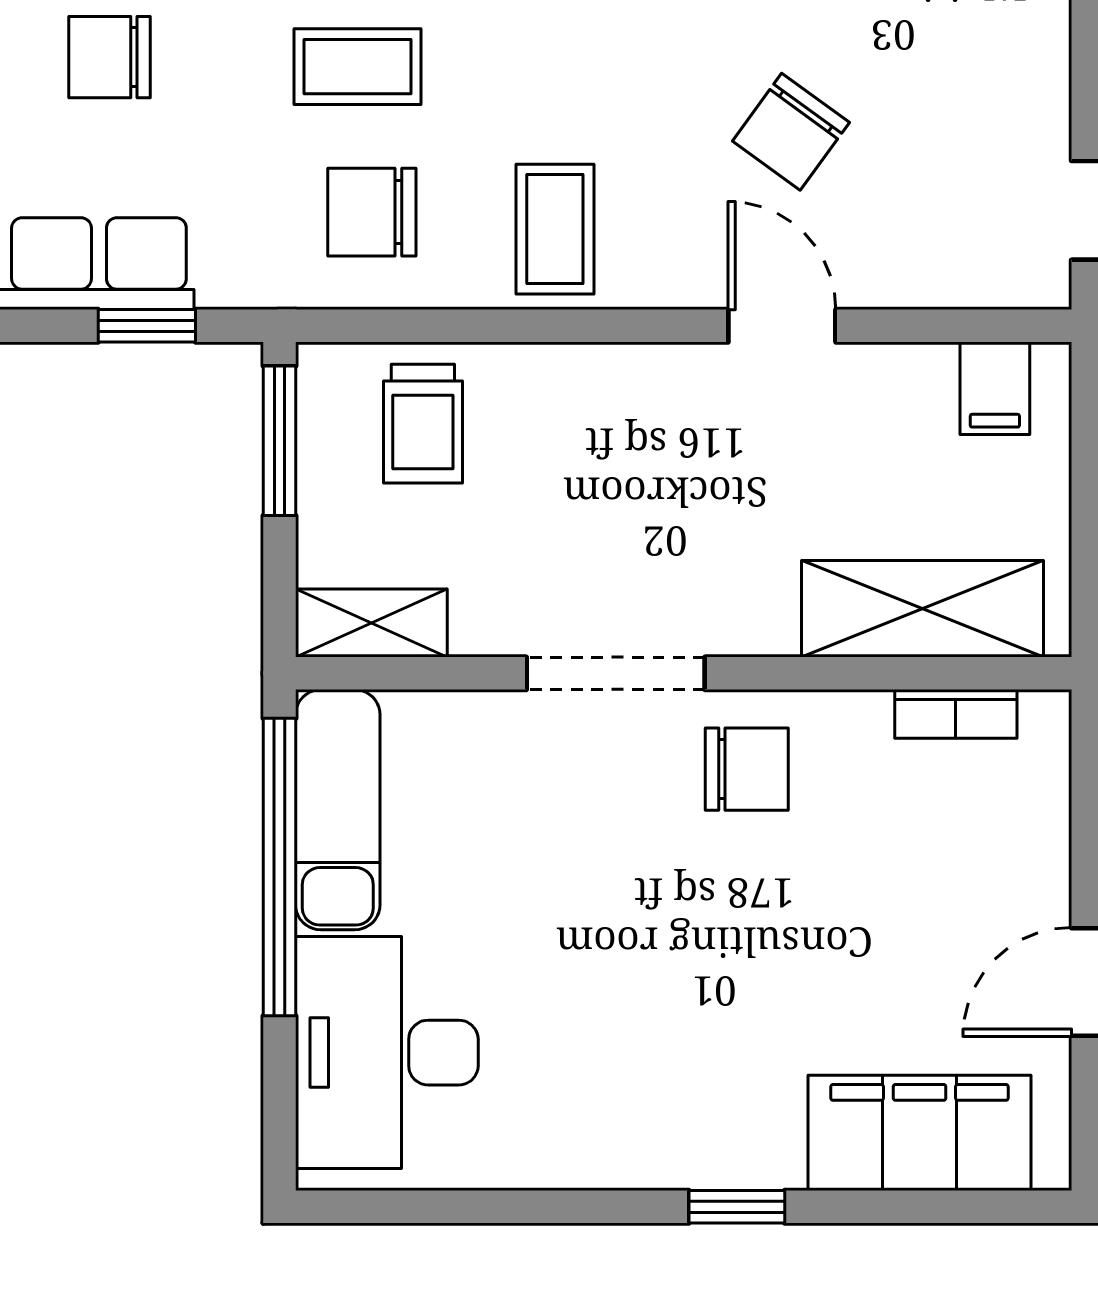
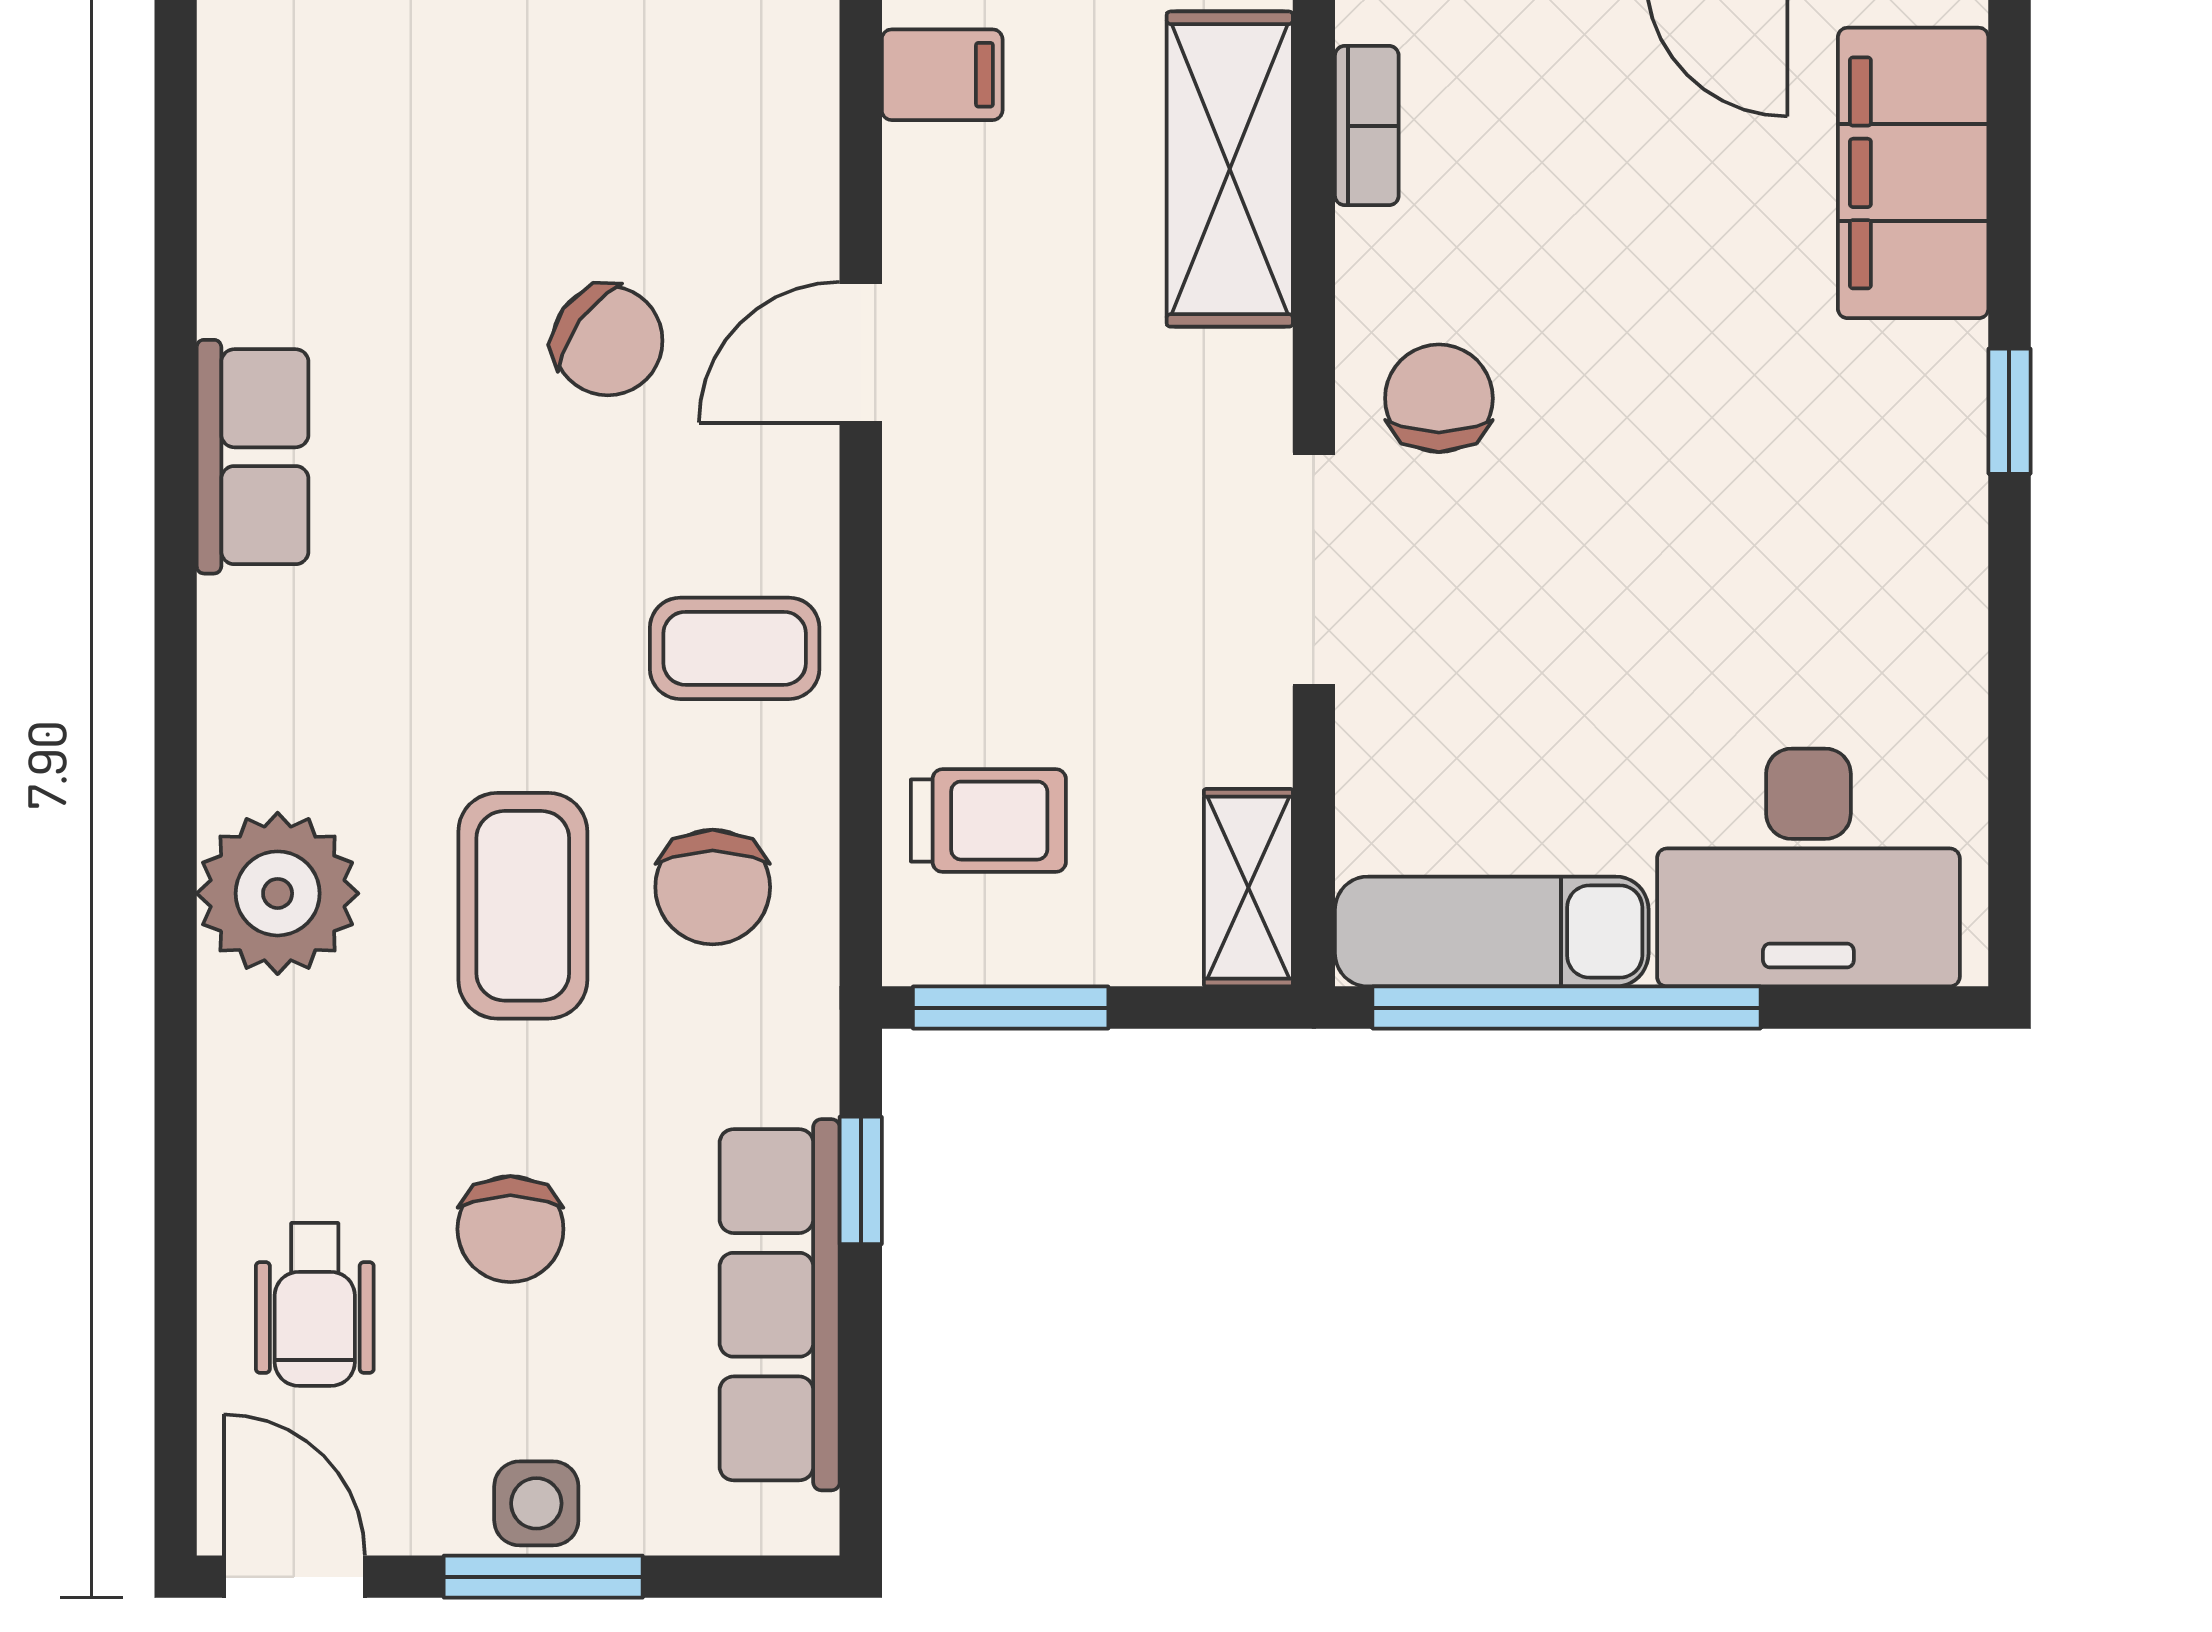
coffee table: (358, 67) -> (523, 906), width x1.36, depth x1.30

